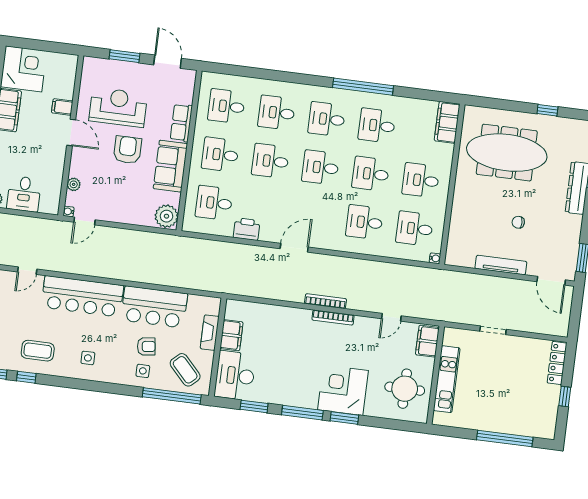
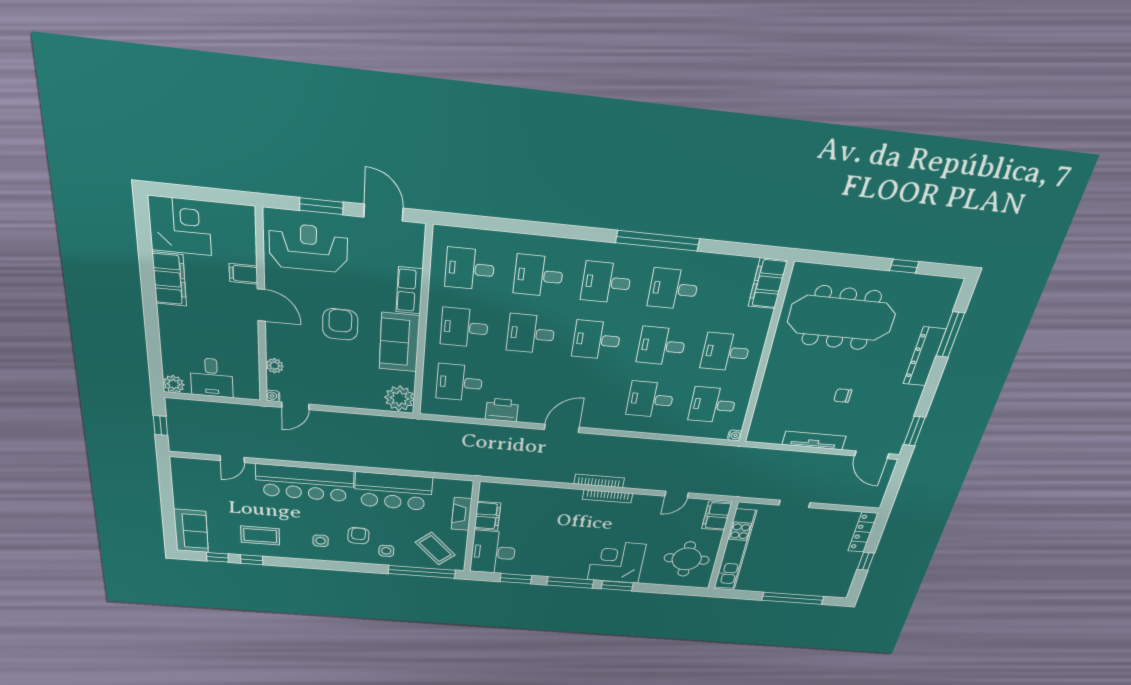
reception desk: (118, 107) -> (308, 248), moved
armchair: (146, 346) -> (358, 536), moved, turned -81
kitchen unit: (447, 379) -> (735, 549), width x1.36

